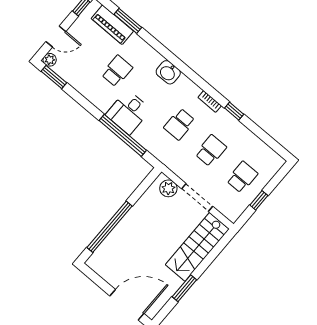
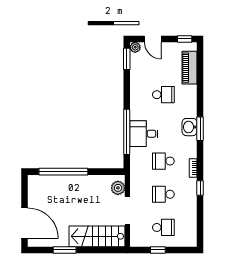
window: (128, 21) -> (200, 129), moved
desk: (128, 112) -> (144, 134), moved
school desk: (211, 151) -> (163, 194), turned 180

